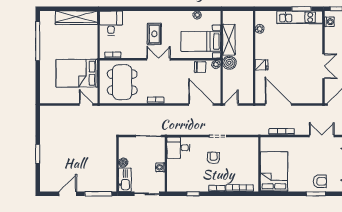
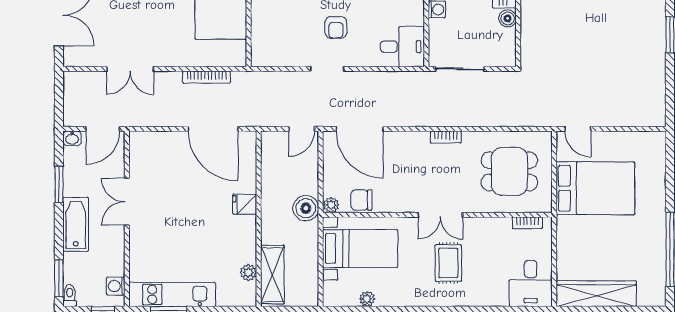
shelving: (229, 40) -> (272, 275), moved
dining table: (122, 82) -> (509, 171), width x0.73

